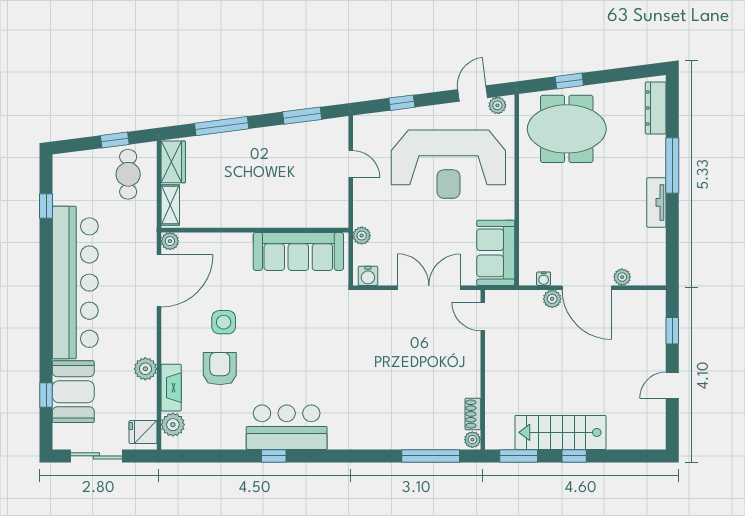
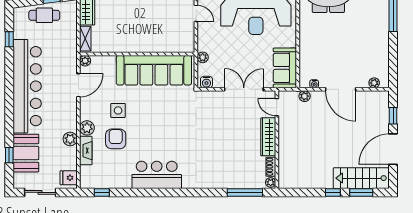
cafe table: (128, 174) -> (44, 15), moved, turned 90
tv unit: (656, 202) -> (383, 37), removed
sofa: (298, 251) -> (154, 70), width x1.36, depth x1.27
plant: (622, 277) -> (374, 83), moved
door: (159, 281) -> (78, 85), width x0.73
plant: (552, 299) -> (305, 96), moved
wardrobe: (469, 365) -> (268, 137), added
door: (672, 385) -> (393, 149), width x1.88
plant: (173, 425) -> (87, 128), moved
stairs: (560, 432) -> (361, 178), moved
window: (274, 456) -> (102, 192), moved
window: (519, 456) -> (361, 192), moved

